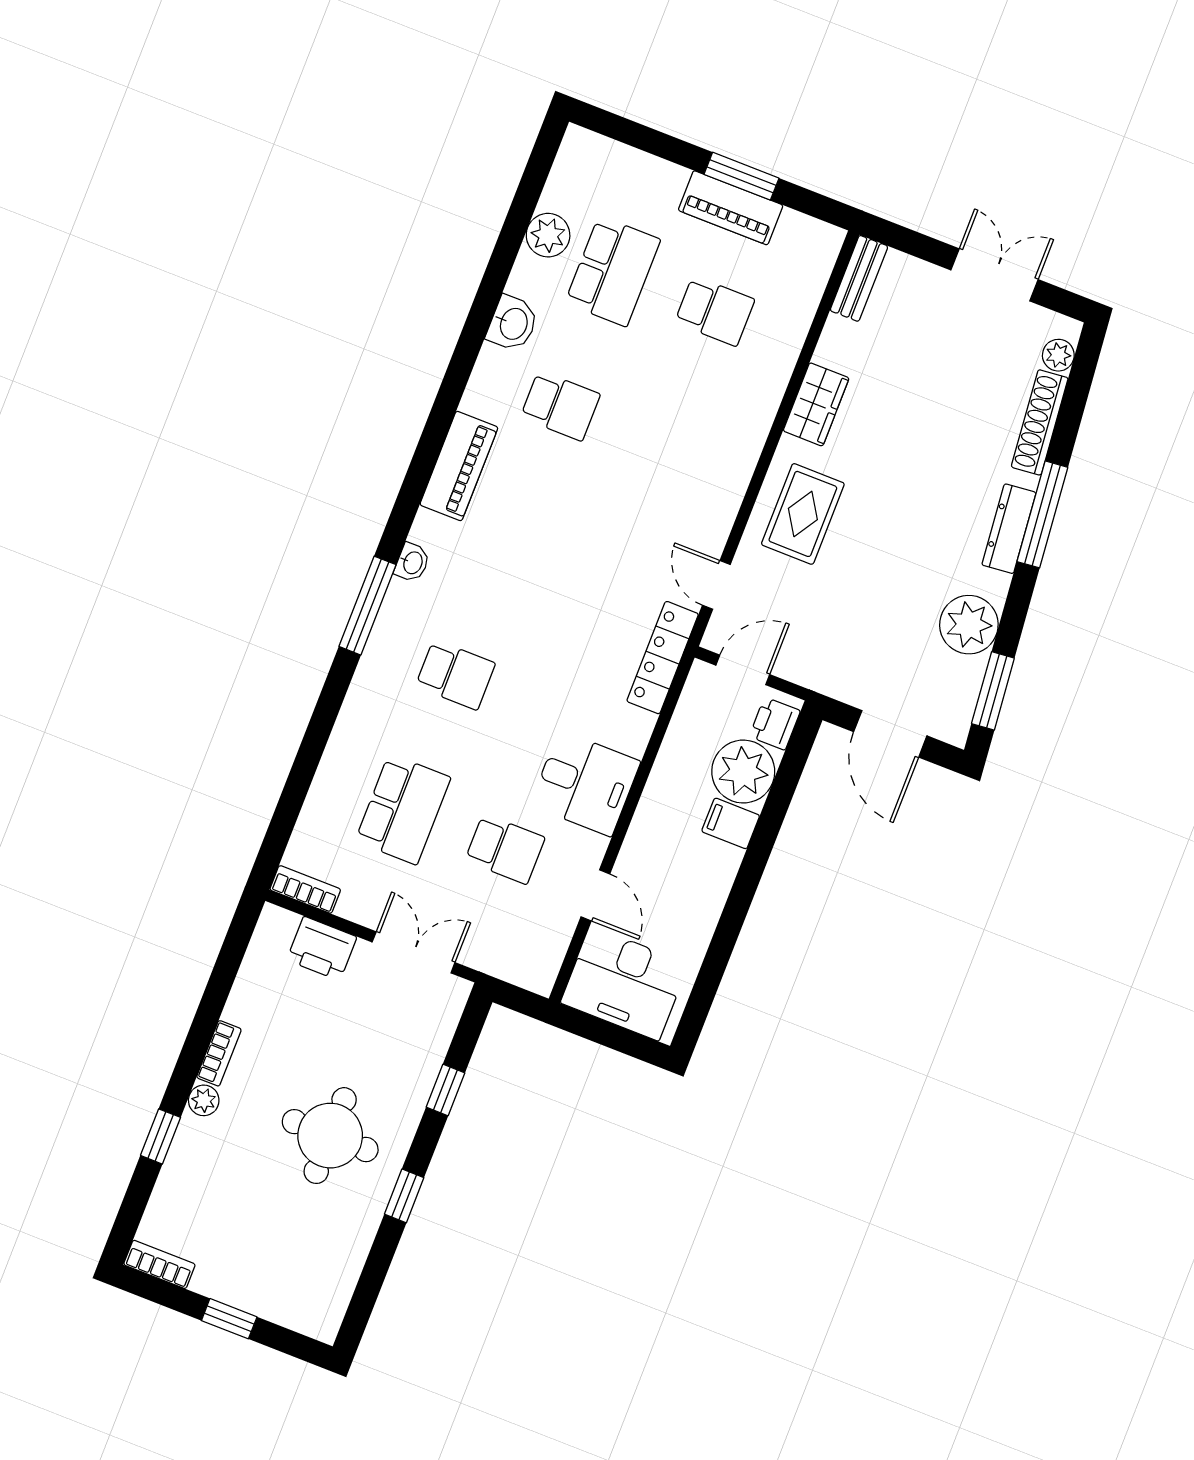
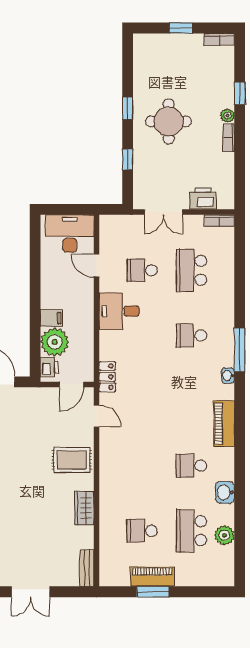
rug: (803, 514) -> (72, 460), turned 90
locker: (663, 658) -> (107, 377), width x0.66

